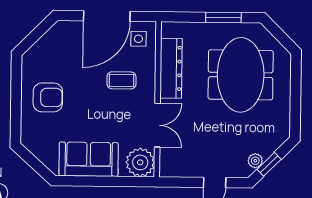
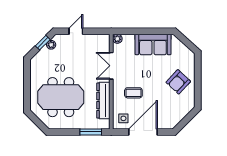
window: (223, 18) -> (91, 132), moved
meeting table: (241, 75) -> (61, 97), turned 90
armchair: (48, 97) -> (178, 82), turned -47
plant: (140, 162) -> (117, 39), width x0.53, depth x0.53

